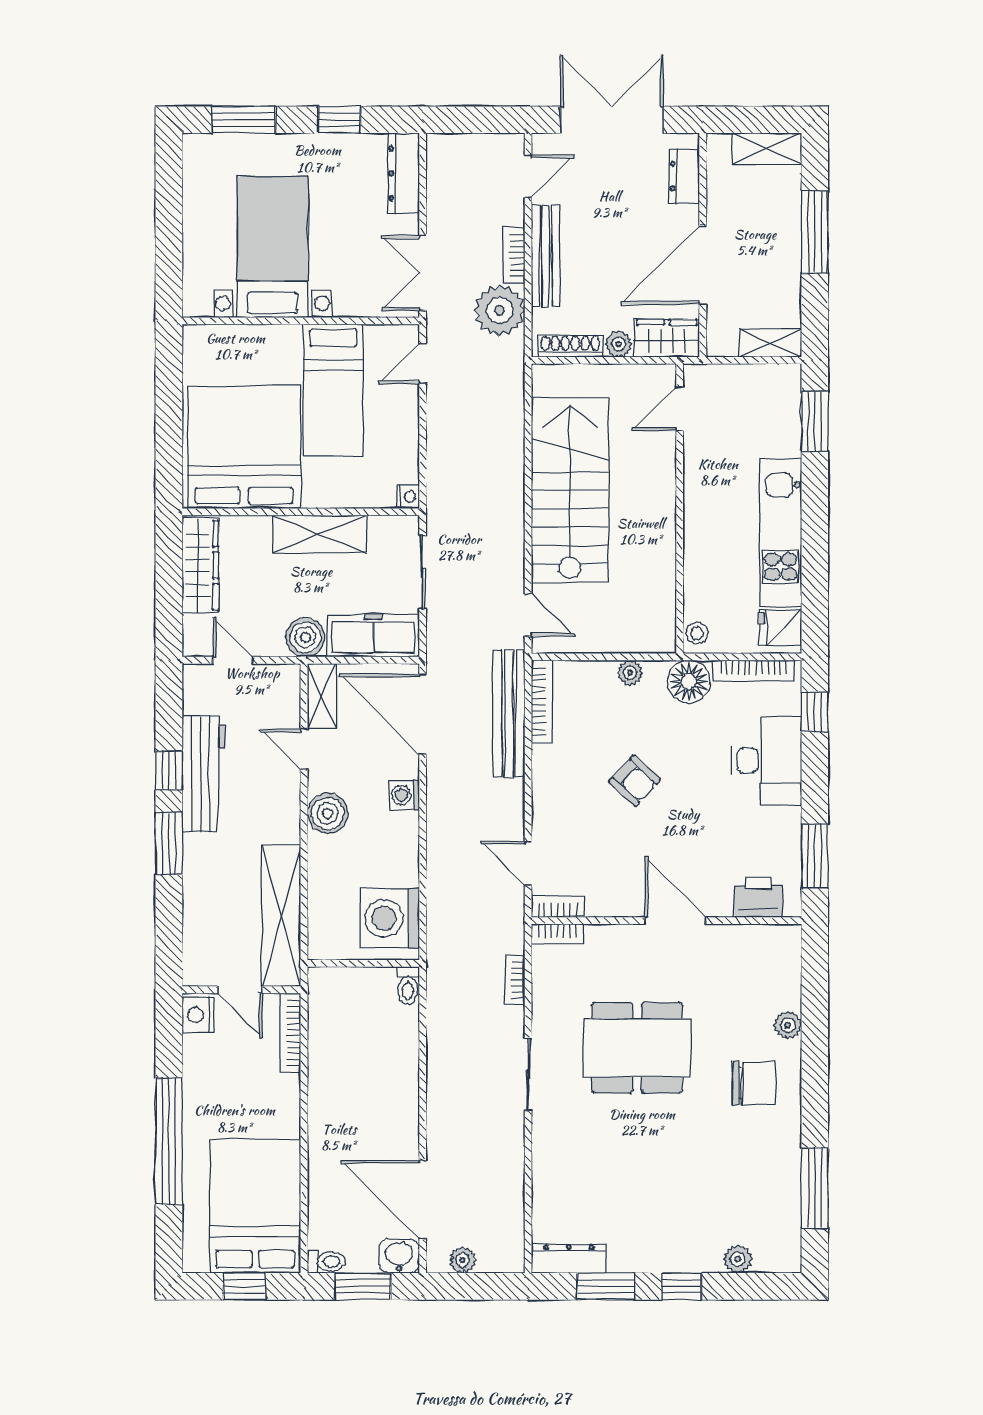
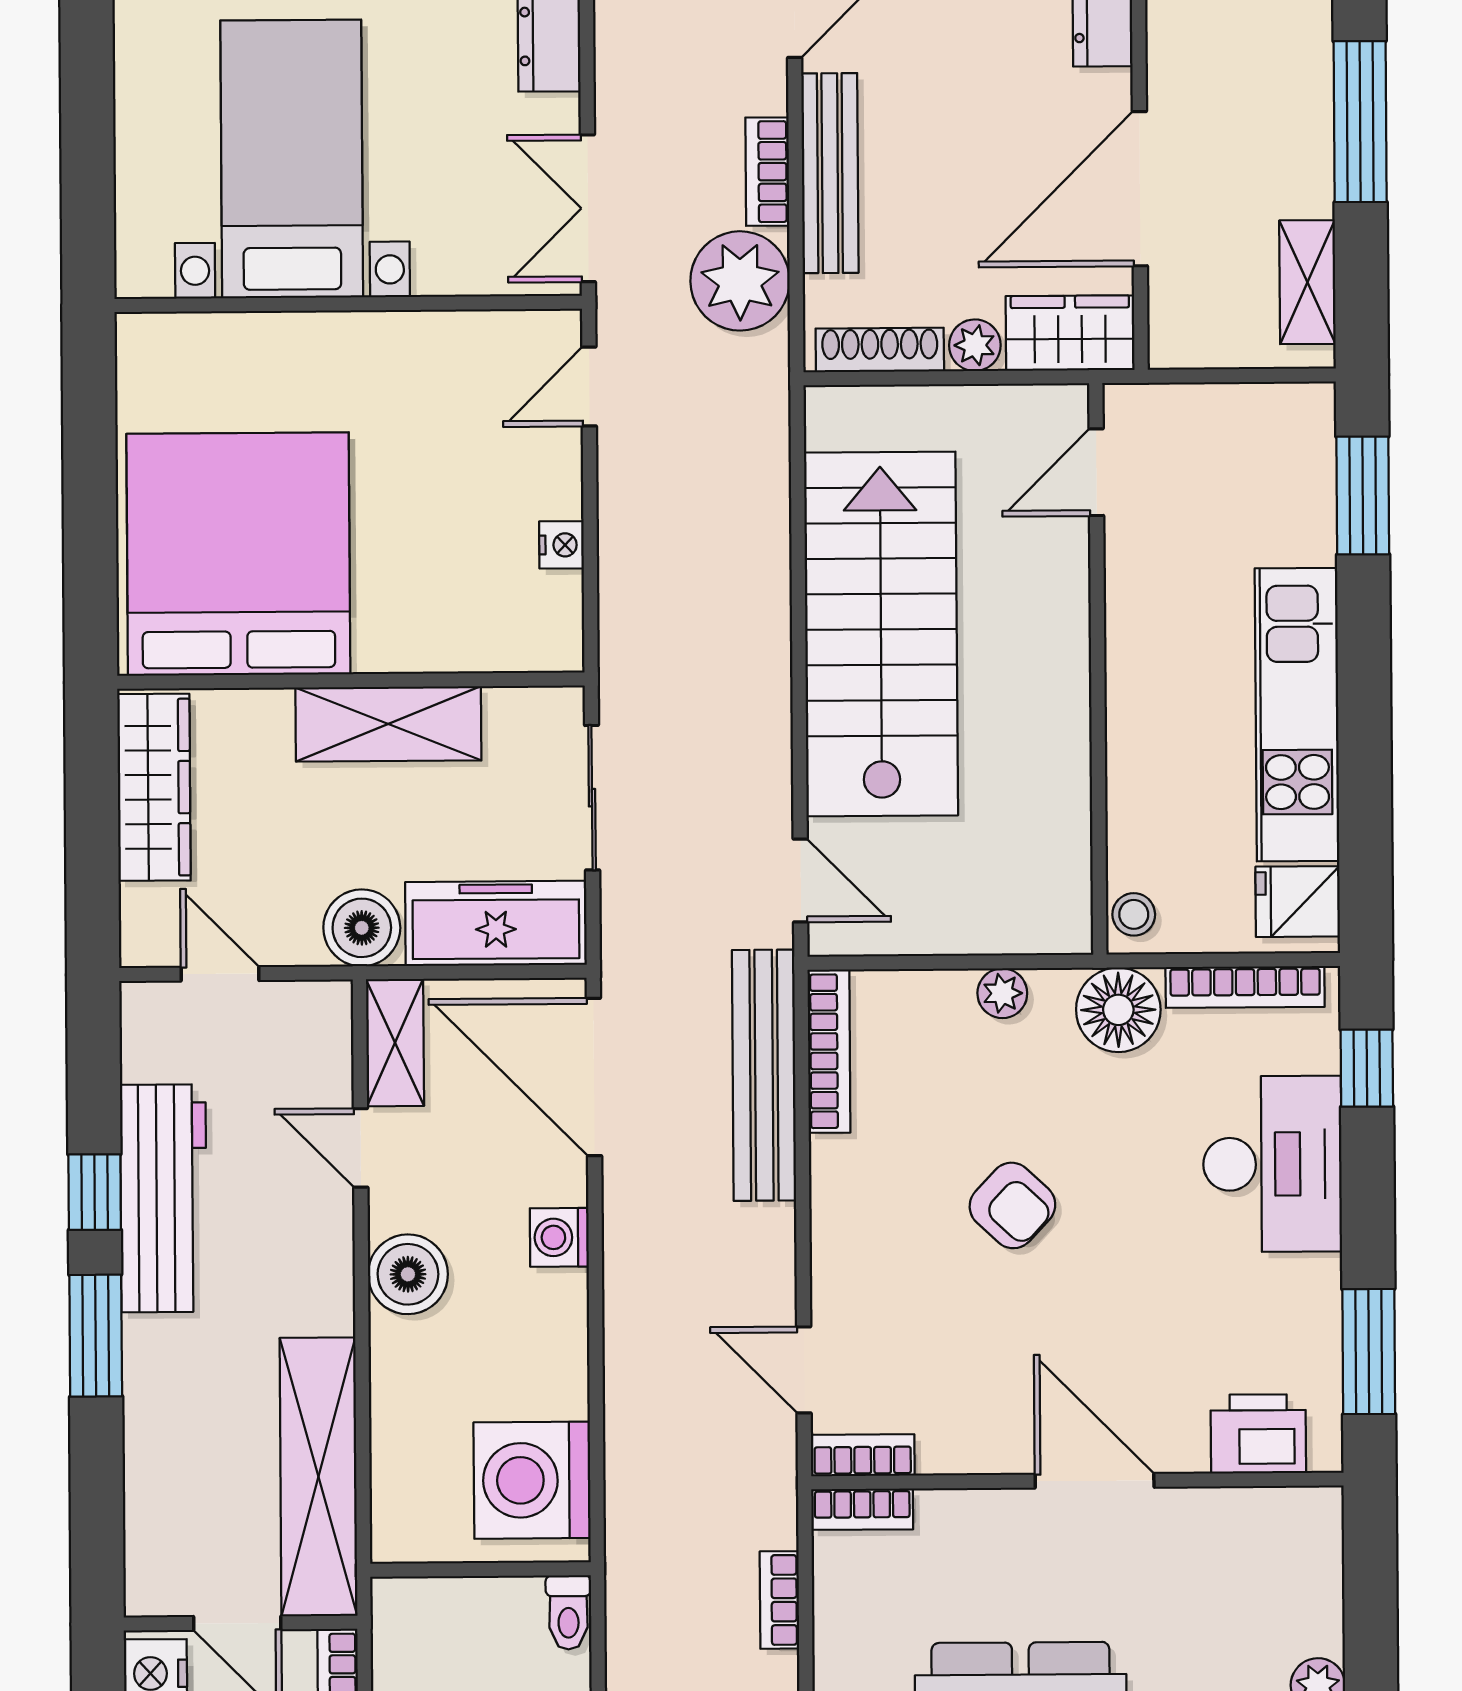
shelving: (770, 343) -> (1307, 282), moved, turned 90
bed: (333, 390) -> (414, 440), removed
nightstand: (408, 497) -> (562, 545), moved

